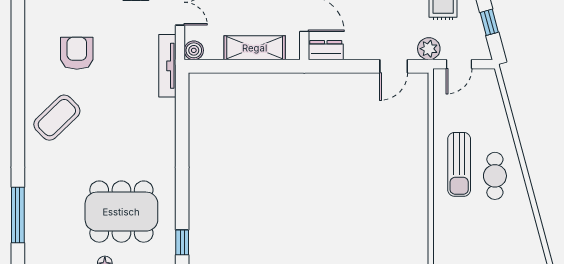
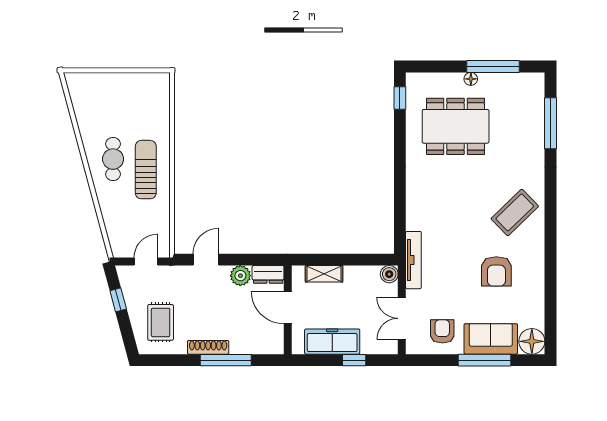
shelving: (255, 48) -> (324, 274), width x0.67, depth x0.75
plant: (429, 49) -> (240, 276), moved

